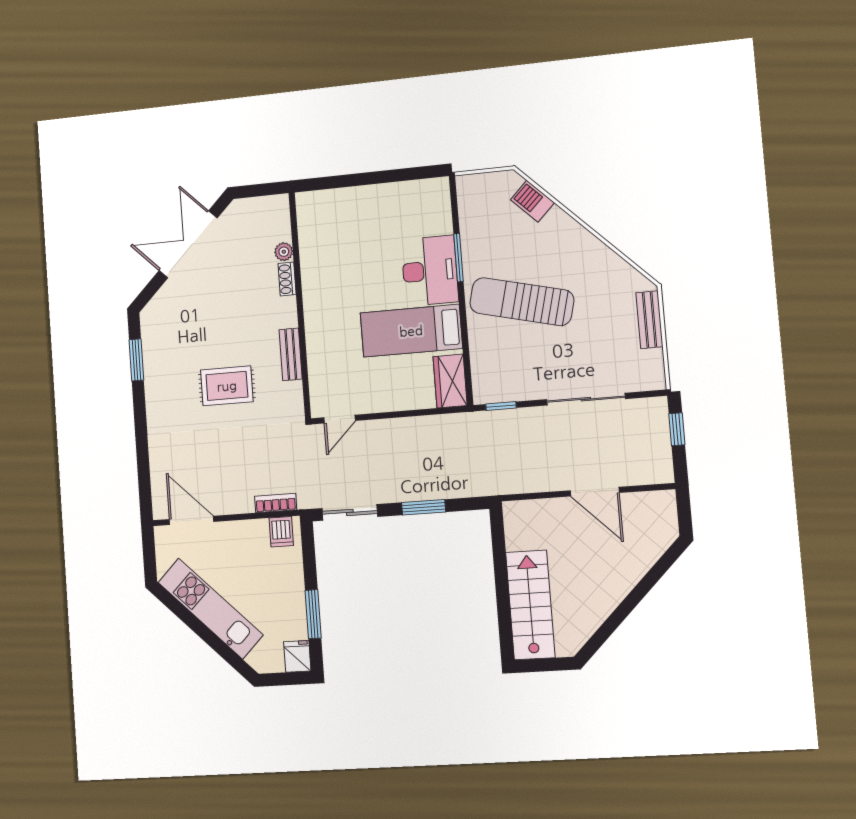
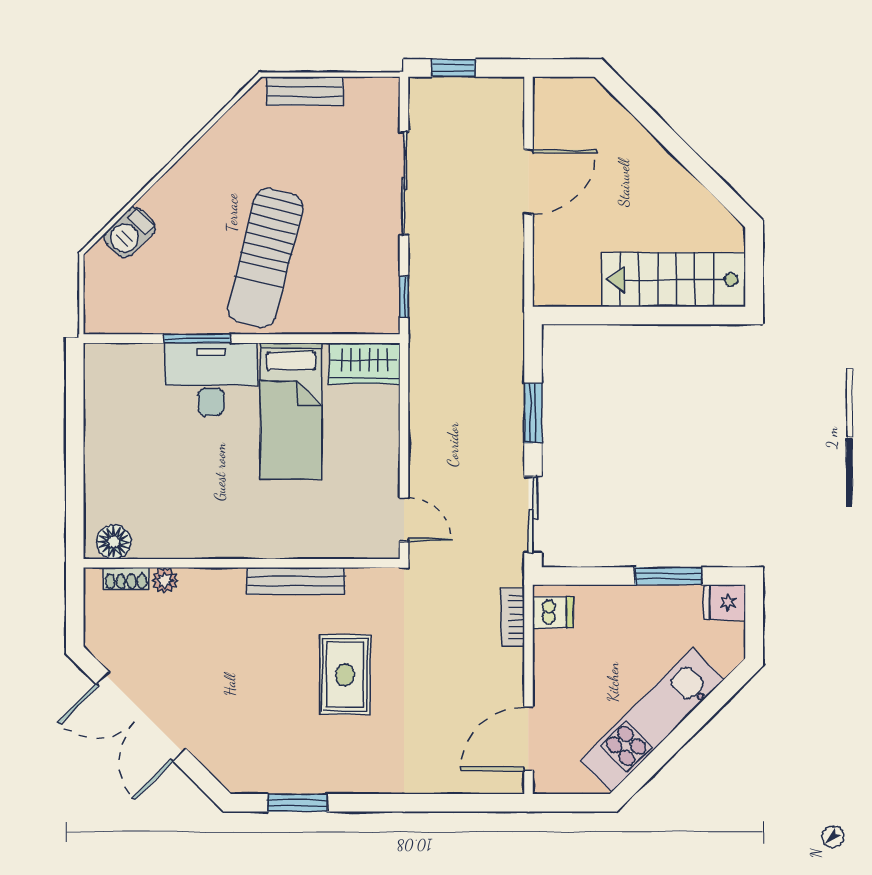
floor lamp: (308, 213) -> (114, 542), added
shoe rack: (287, 279) -> (126, 579), moved
bench: (291, 354) -> (296, 581), width x1.36

